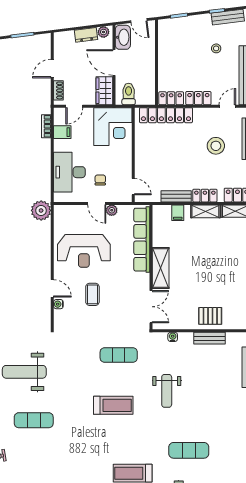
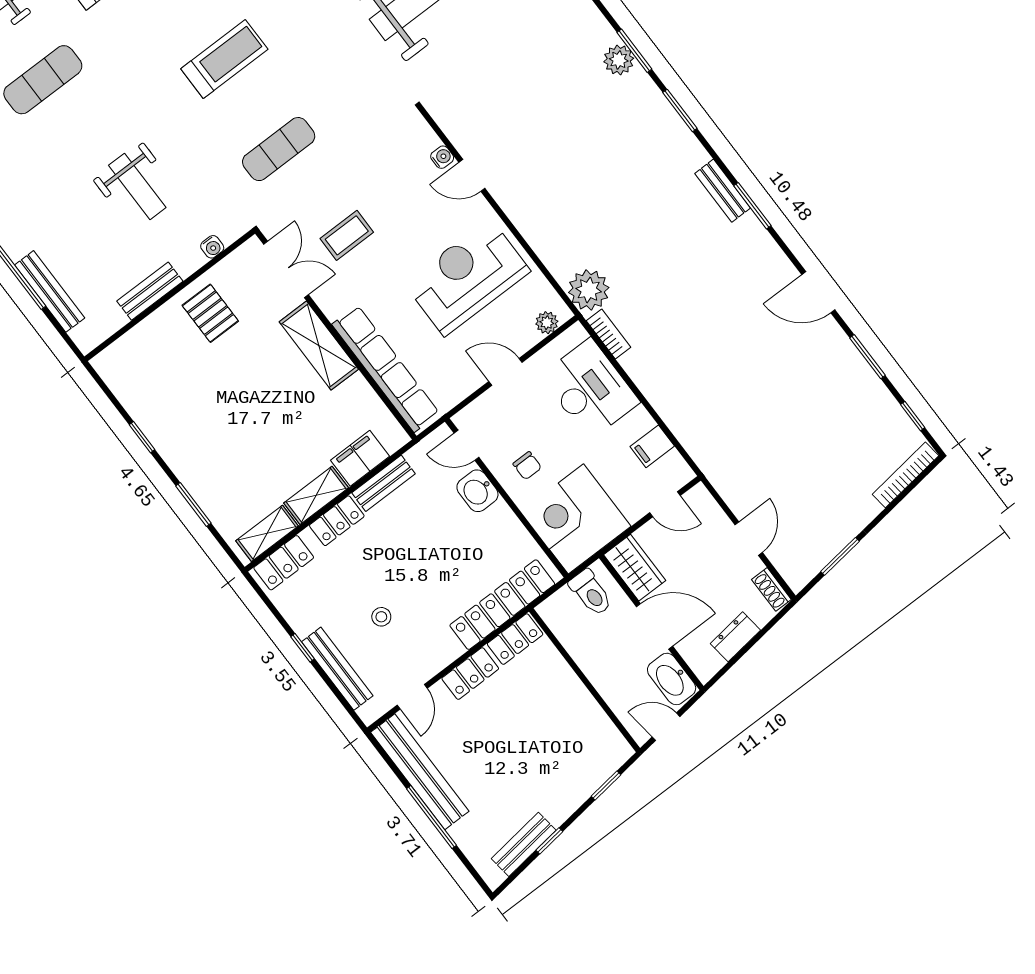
plant: (103, 32) -> (710, 663), removed
stool: (216, 48) -> (503, 778), removed
shoe rack: (58, 90) -> (771, 589), moved
door: (74, 106) -> (665, 504), swing flipped
bookcase: (46, 126) -> (608, 334), moved
stool: (216, 146) -> (381, 617), width x0.53, depth x0.53
washbasin: (142, 166) -> (477, 491), added
chair: (100, 180) -> (527, 466), moved
plant: (112, 210) -> (547, 323), moved
filing cabinet: (178, 213) -> (360, 458), width x2.00
coffee table: (92, 294) -> (347, 235), moved, turned 90
double door: (151, 307) -> (286, 269), swing flipped
pallet: (210, 316) -> (210, 313), moved, turned 90
weight bench: (167, 391) -> (137, 186), moved, turned 180
treadmill: (113, 405) -> (224, 59), turned 180

